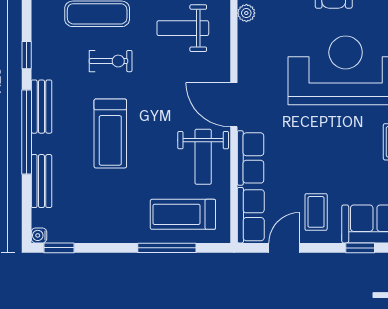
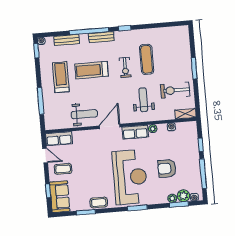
weight bench: (203, 157) -> (84, 114), turned 180
row of seats: (251, 158) -> (135, 132), moved
treadmill: (183, 214) -> (61, 77), moved

